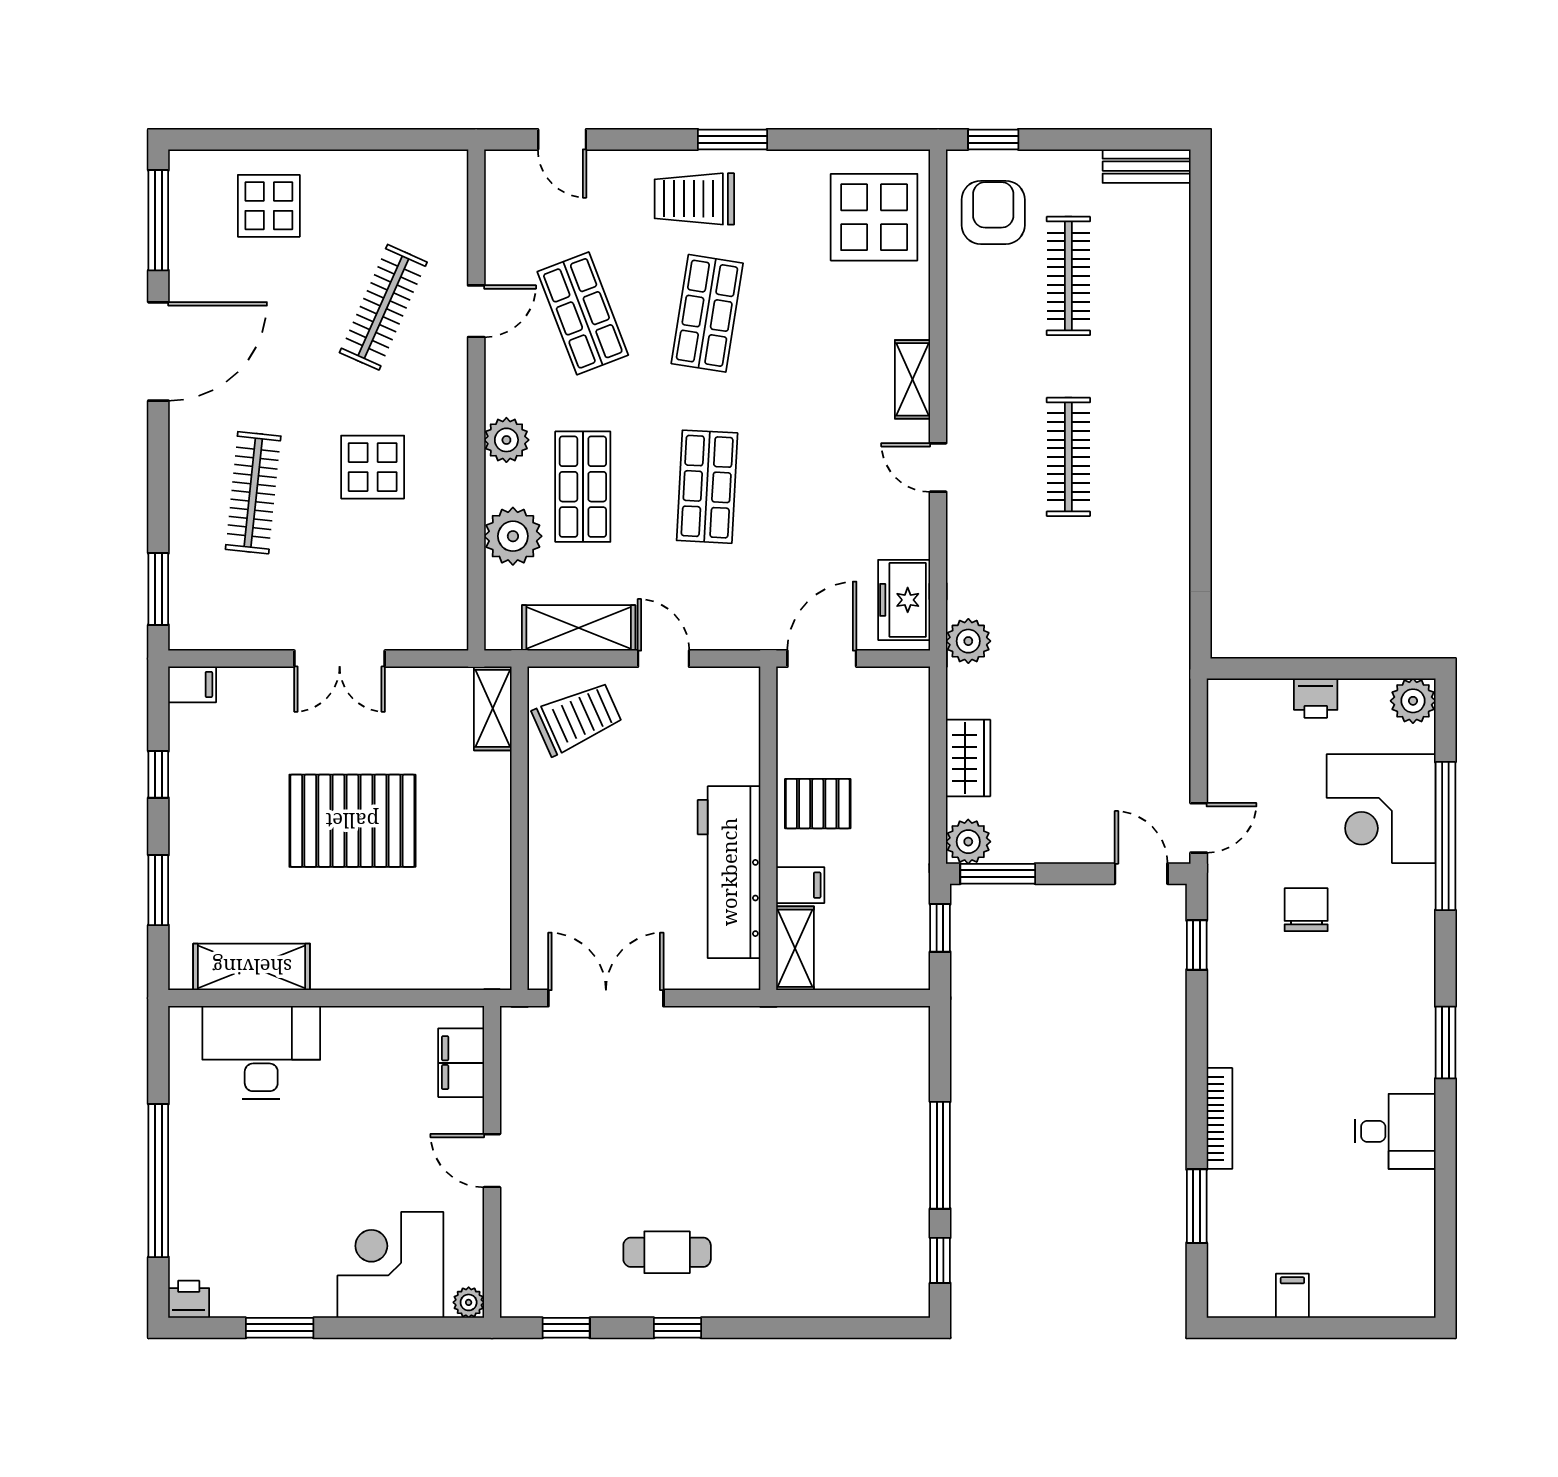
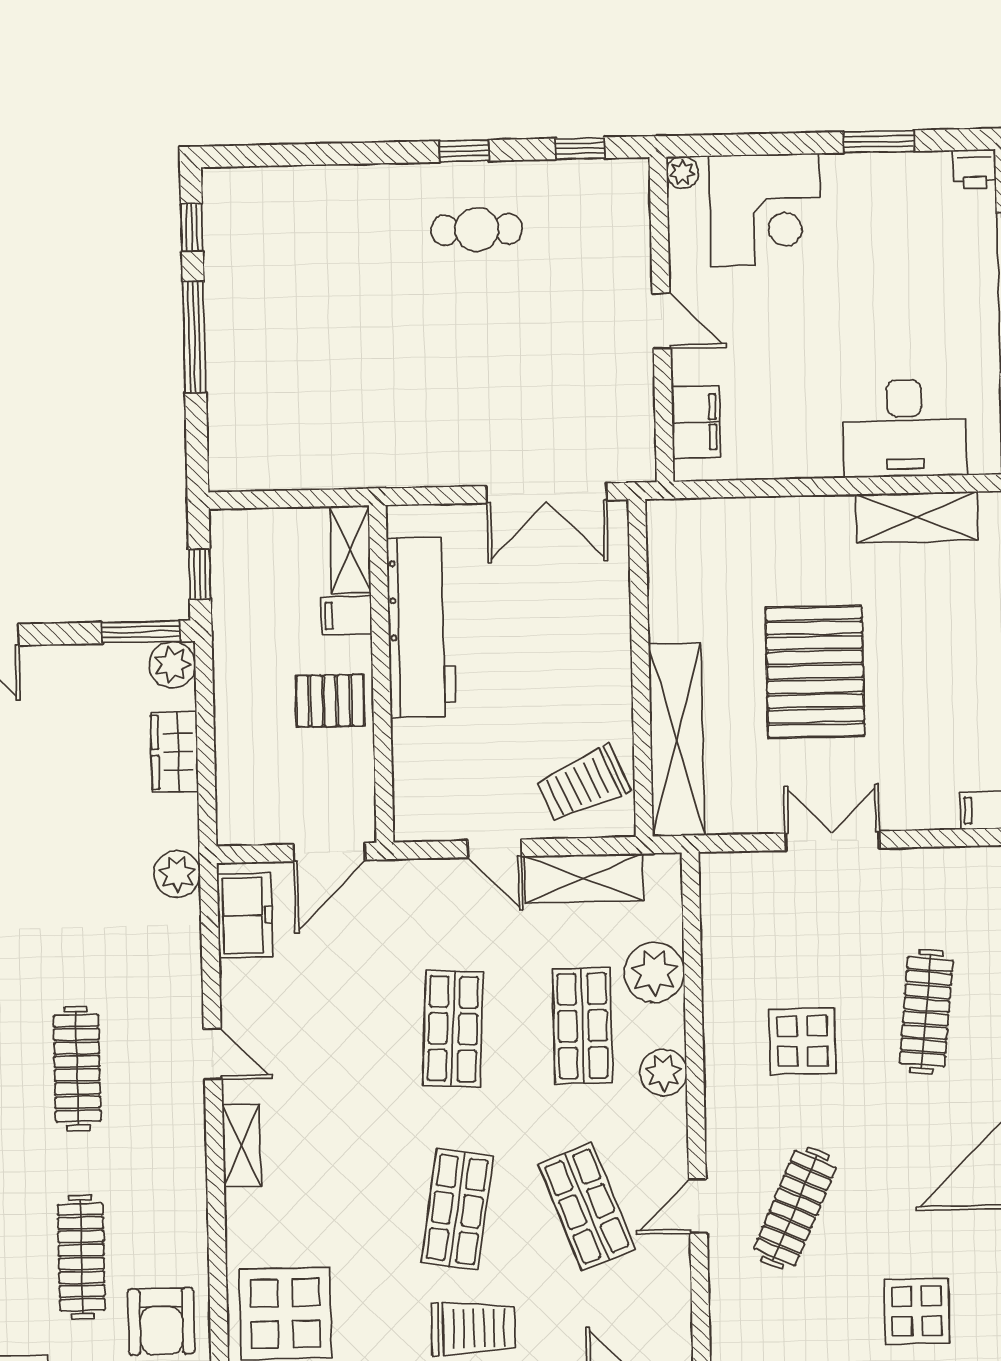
shelving: (493, 708) -> (677, 740), width x2.20, depth x1.33
pallet: (352, 821) -> (815, 672), turned 90

